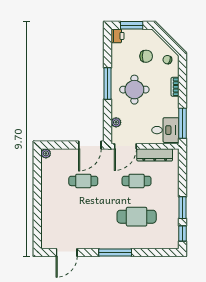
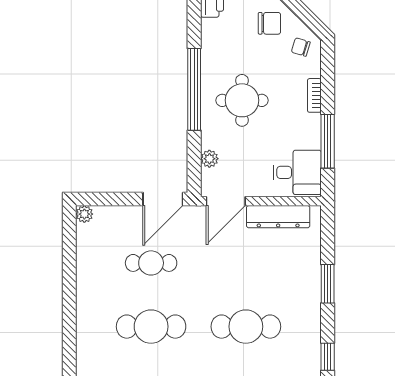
chair: (146, 56) -> (269, 23), moved
window: (108, 83) -> (194, 89), width x1.46
window: (182, 123) -> (328, 141), moved
cafe table: (137, 181) -> (151, 327), moved, width x1.37, depth x1.35
window: (182, 208) -> (328, 284), moved

